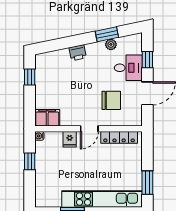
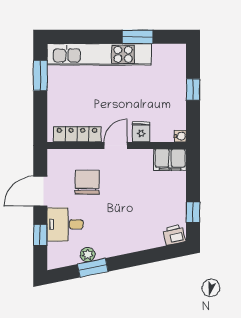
printer: (78, 53) -> (174, 235), moved
chair: (111, 100) -> (87, 182), turned 90
window: (30, 161) -> (193, 89), moved

